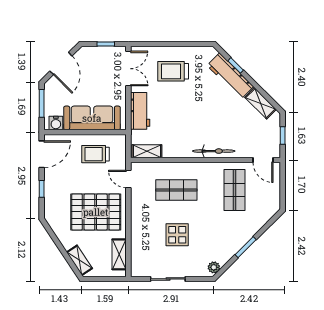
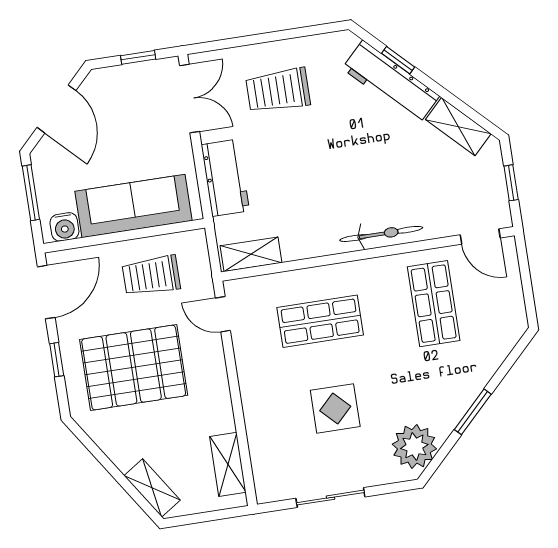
pallet: (96, 212) -> (134, 367), moved
plant: (214, 267) -> (414, 446), width x1.88, depth x1.88

